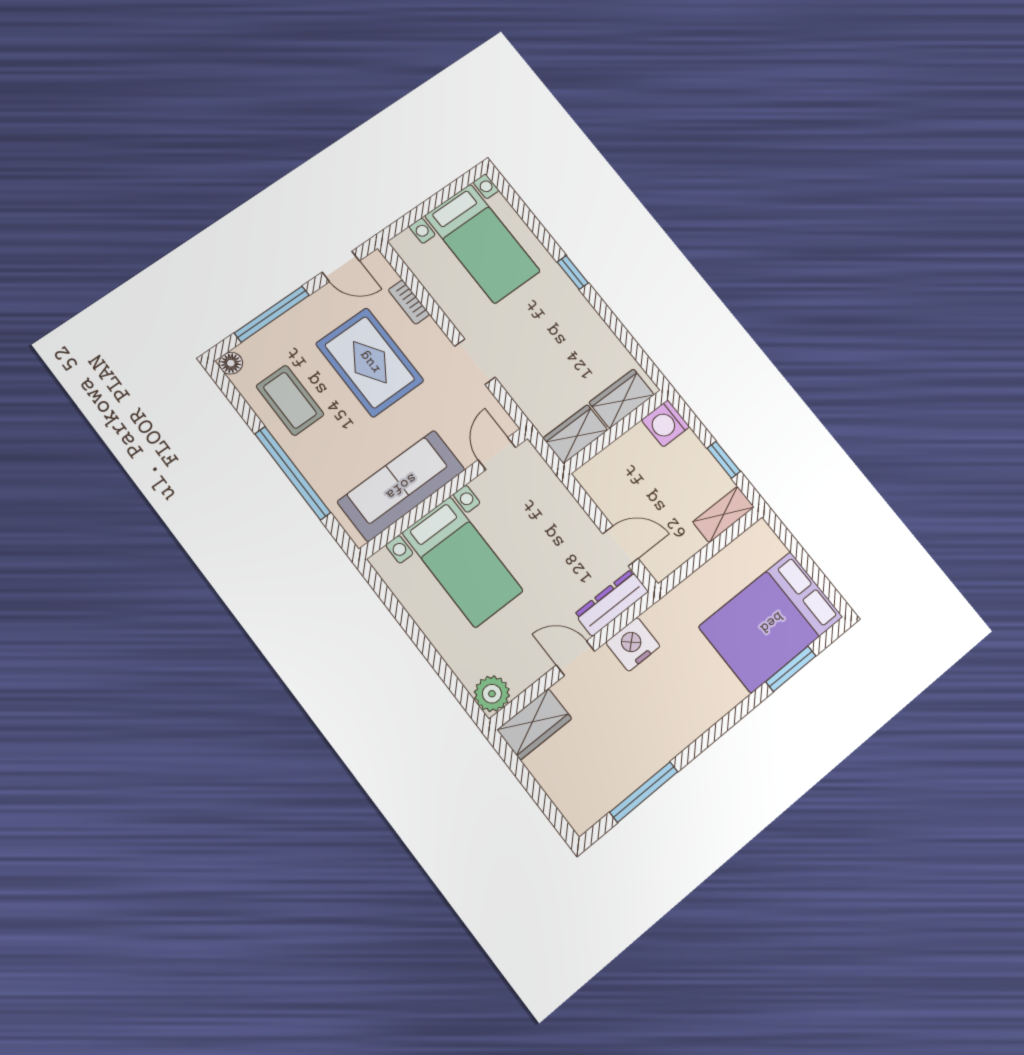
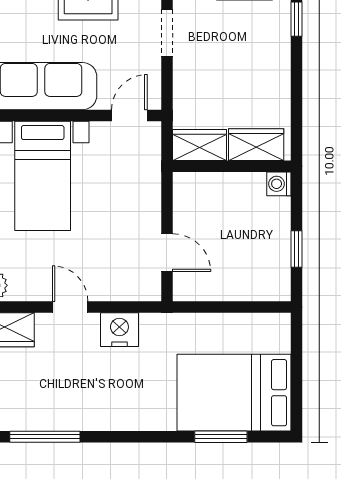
washing machine: (666, 423) -> (279, 184), width x0.73, depth x0.73
shelving: (723, 514) -> (263, 289), removed
dresser: (612, 603) -> (128, 288), removed

